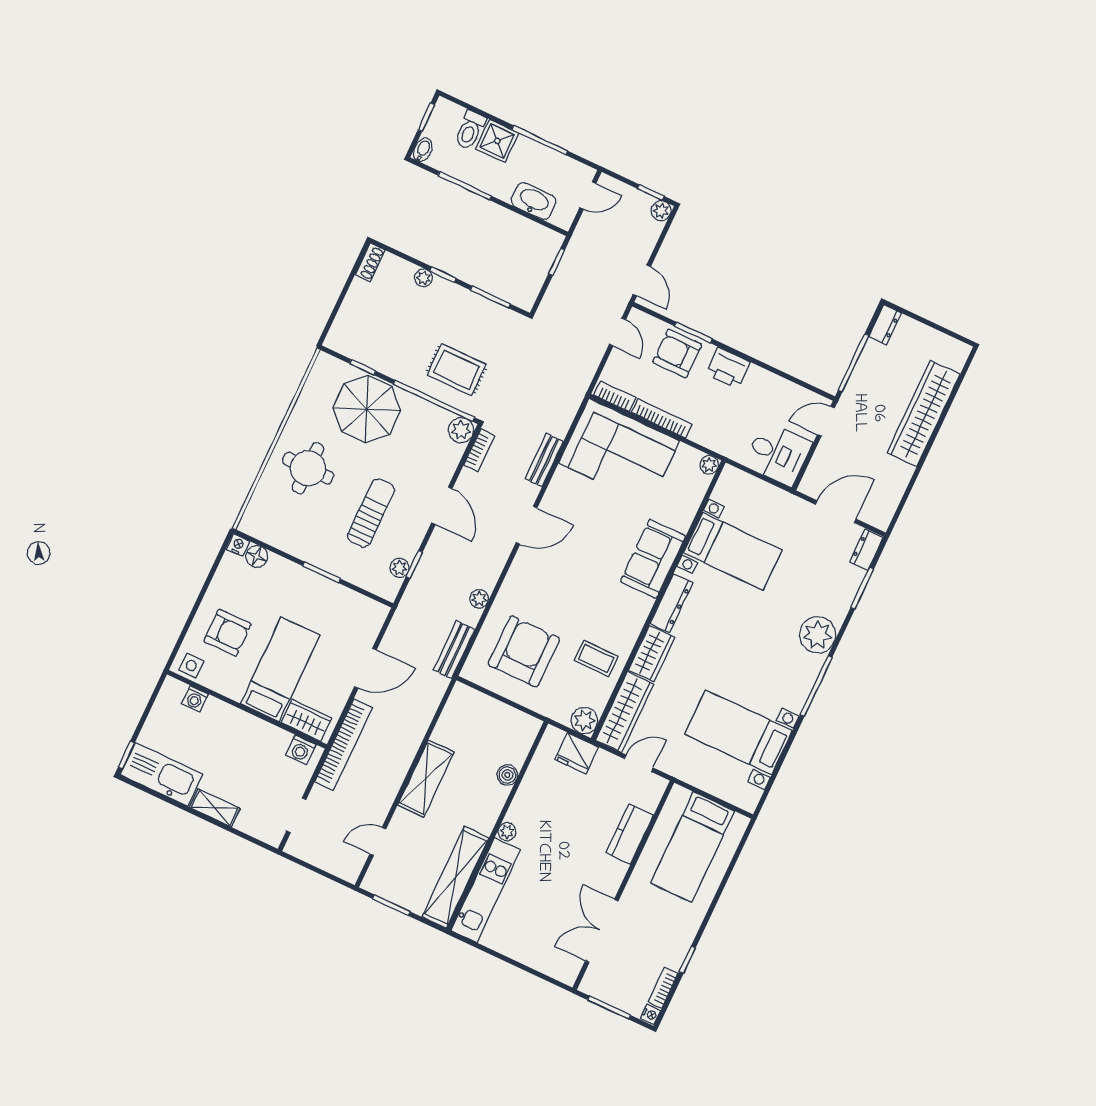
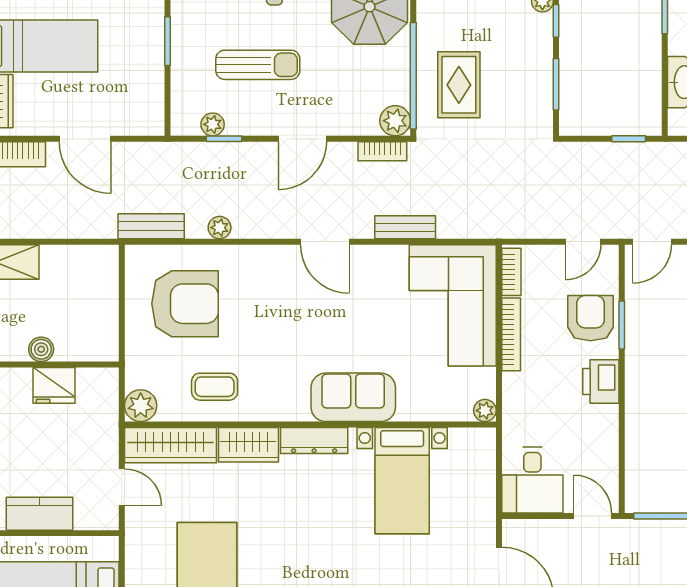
coffee table: (596, 659) -> (215, 387), turned 90
fridge: (577, 753) -> (54, 385), moved, turned -90

